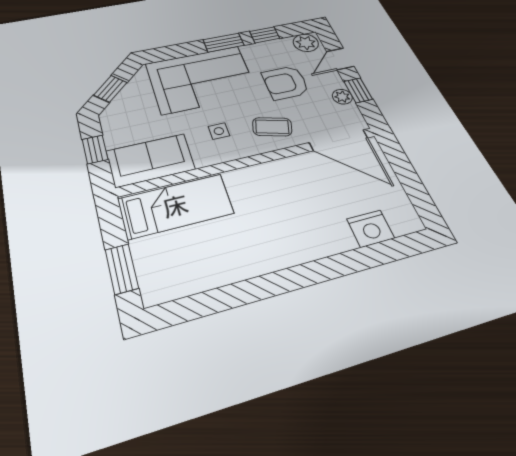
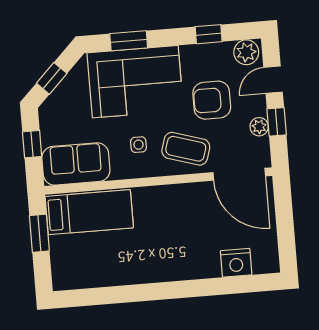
window: (224, 43) -> (129, 41), moved
coffee table: (272, 127) -> (186, 149), width x1.36, depth x1.30
window: (122, 269) -> (39, 233), moved

